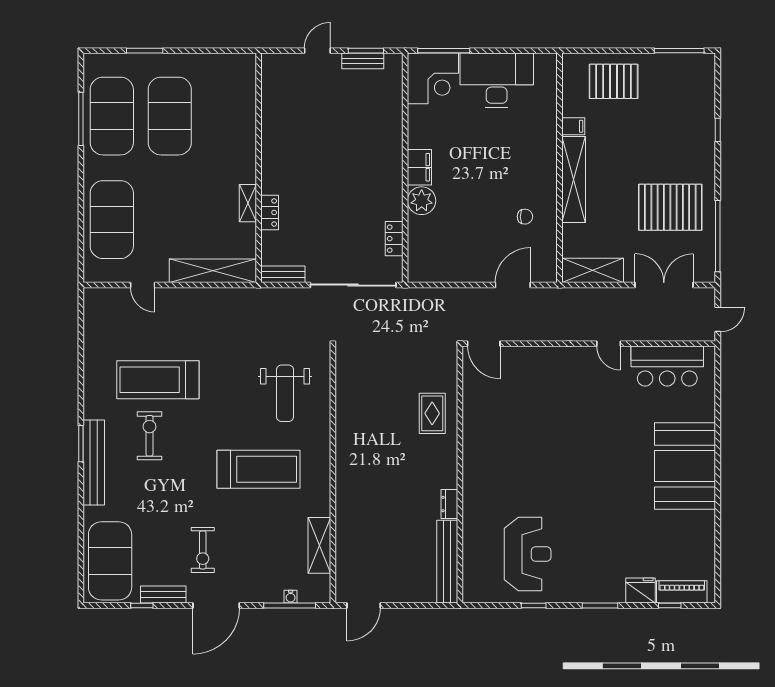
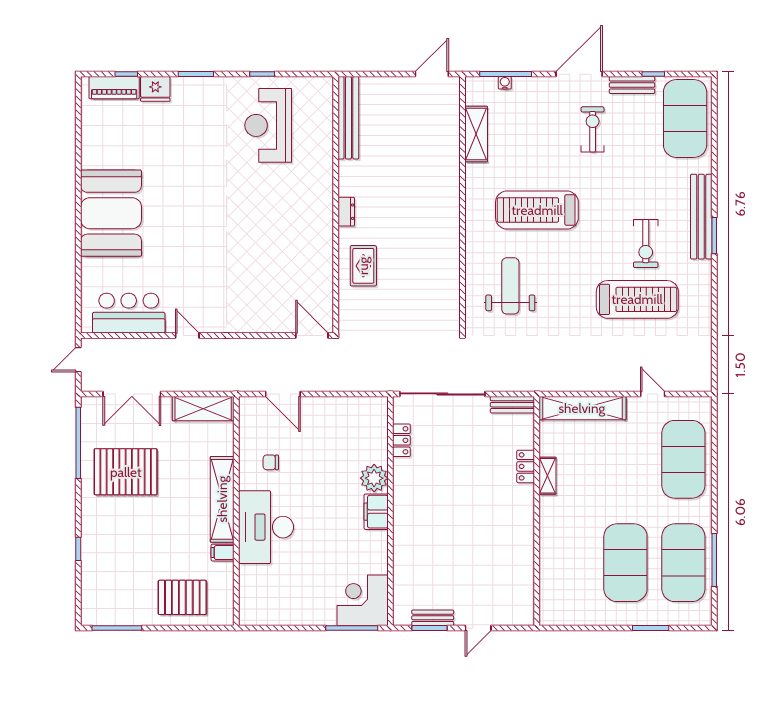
desk: (497, 80) -> (266, 527), moved, turned 90
door: (513, 285) -> (283, 394), hinge flipped
dresser: (449, 504) -> (346, 212), moved

